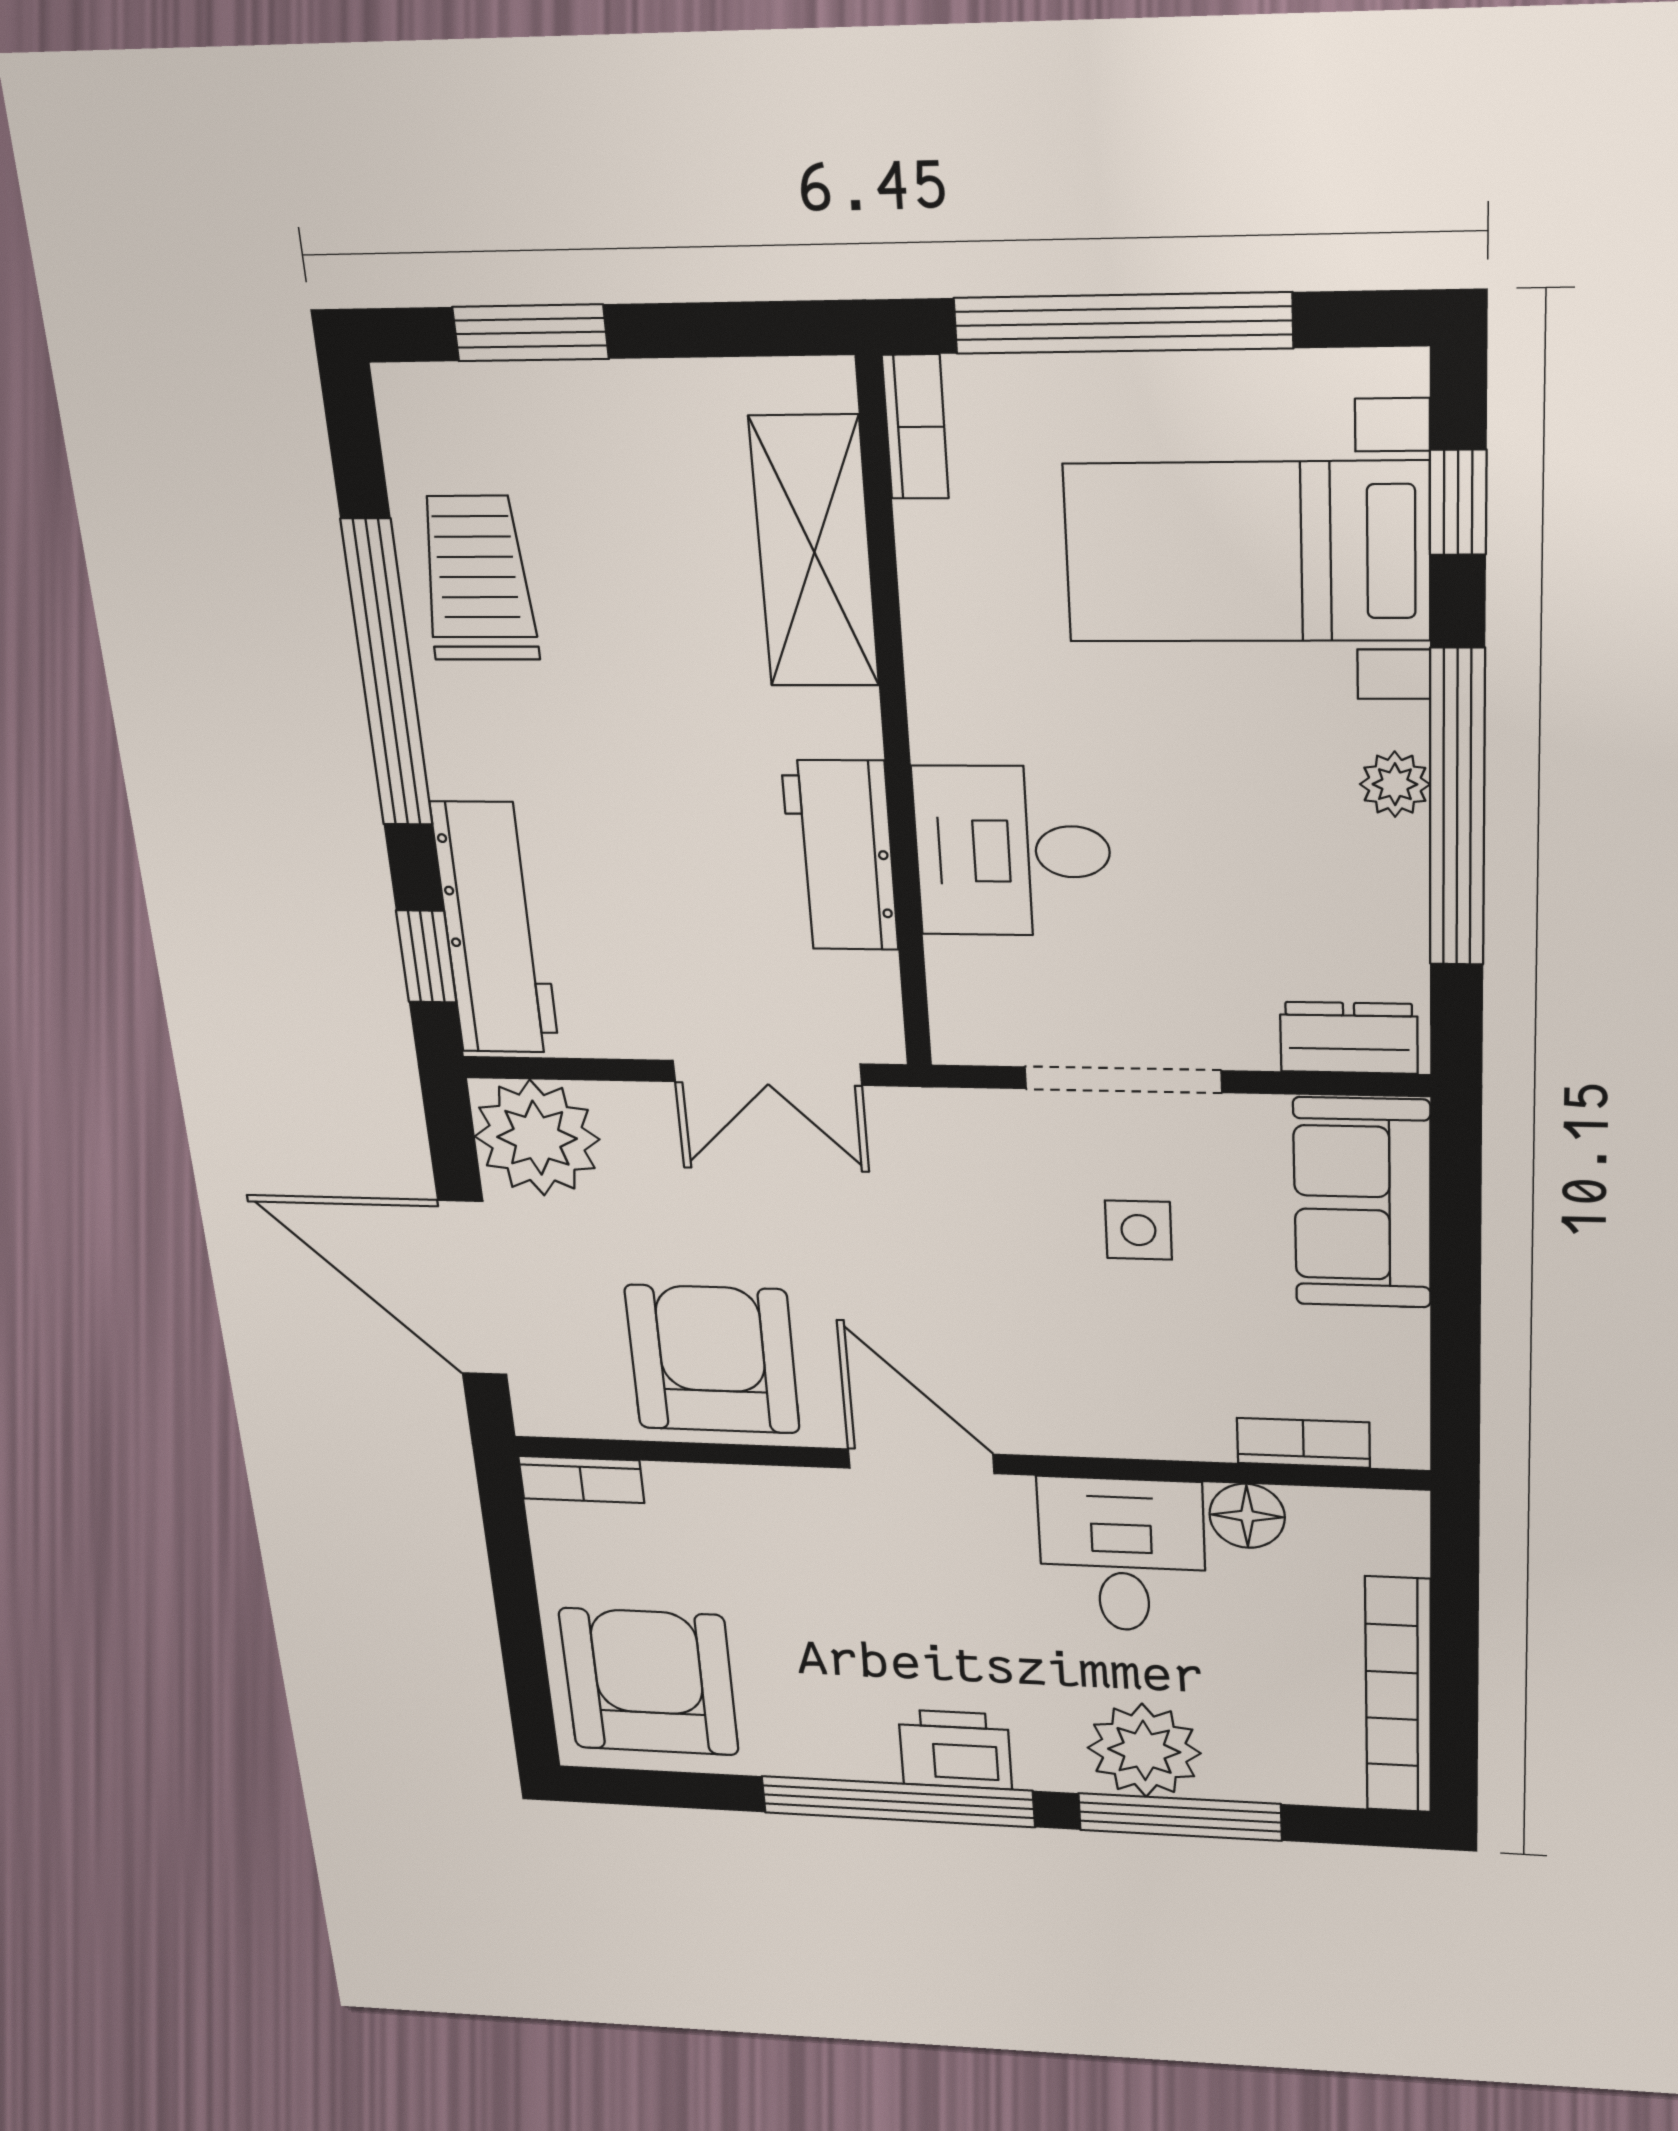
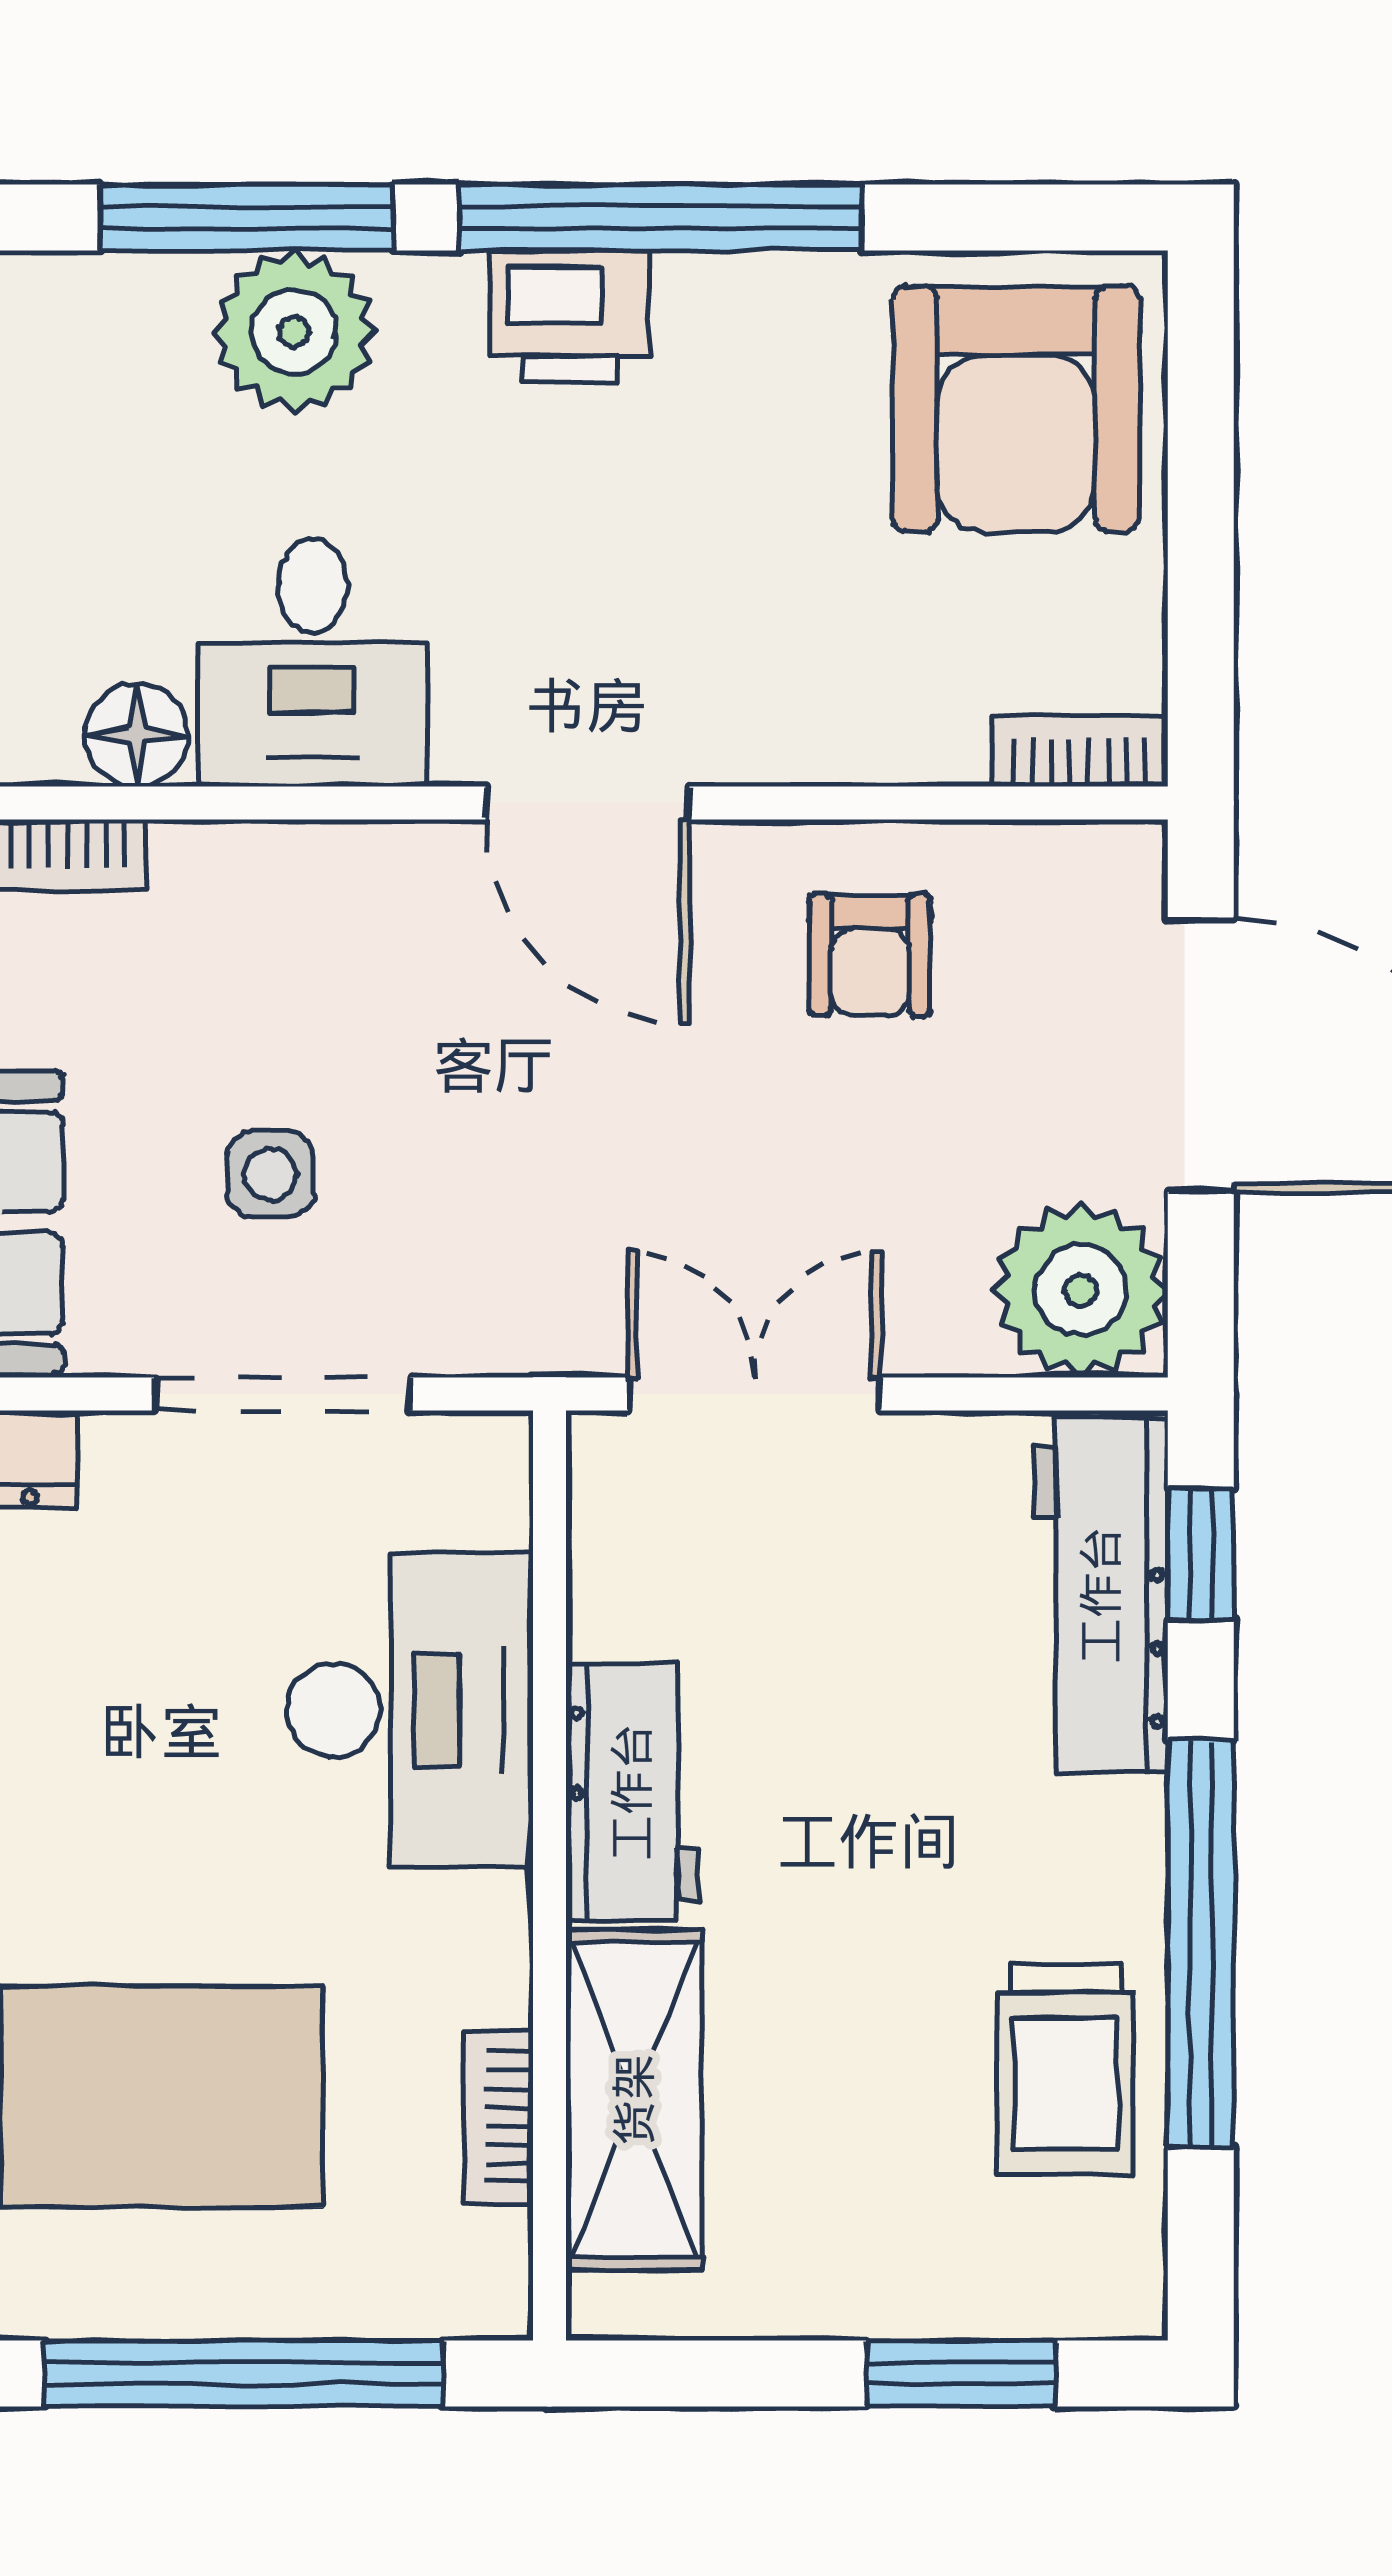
bookcase: (915, 427) -> (498, 2117), moved
desk: (1013, 851) -> (410, 1710), width x1.37
workbench: (840, 856) -> (632, 1792), moved
armchair: (712, 1359) -> (870, 955), width x0.53, depth x0.53

